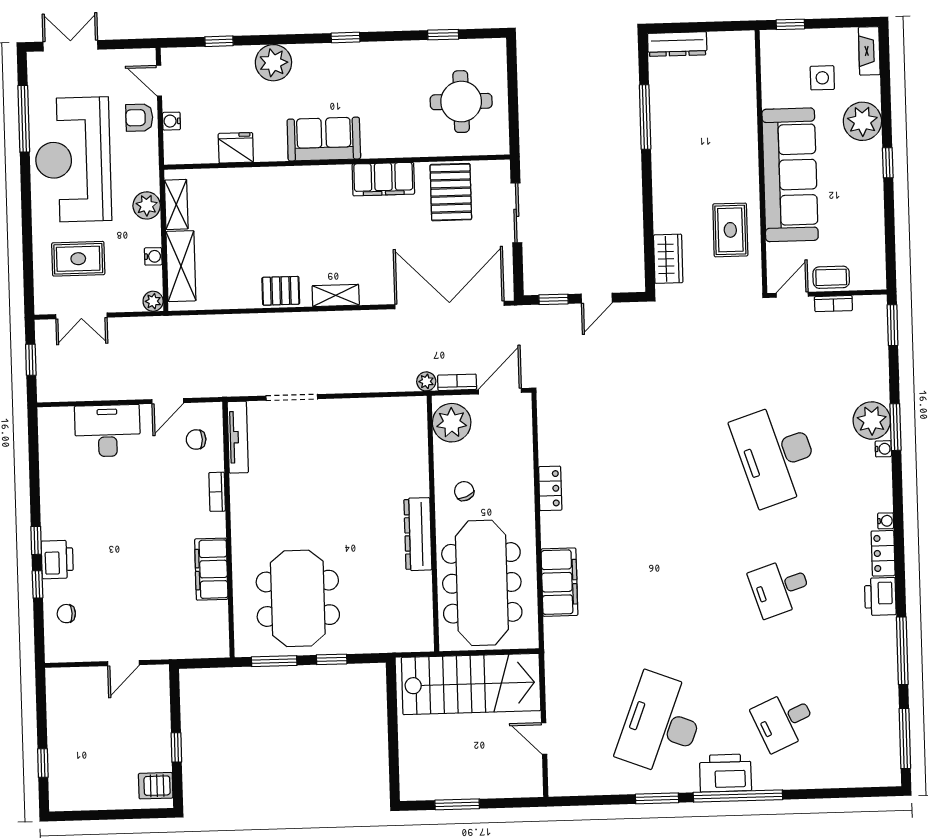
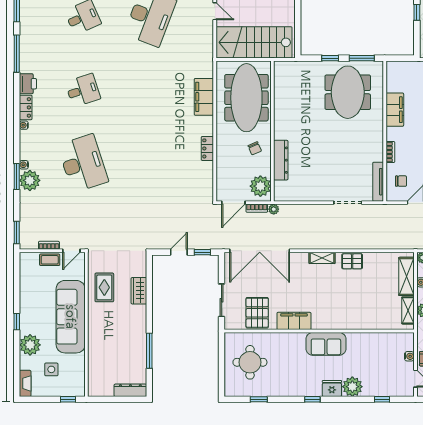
fridge: (236, 148) -> (332, 388), moved, turned 180
wardrobe: (668, 259) -> (139, 291), moved
dresser: (418, 534) -> (281, 160), moved

